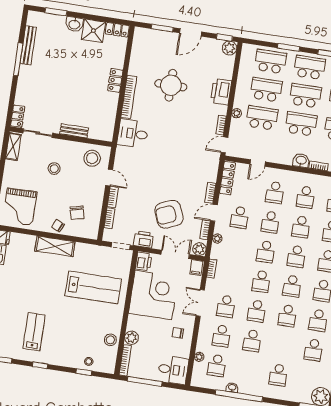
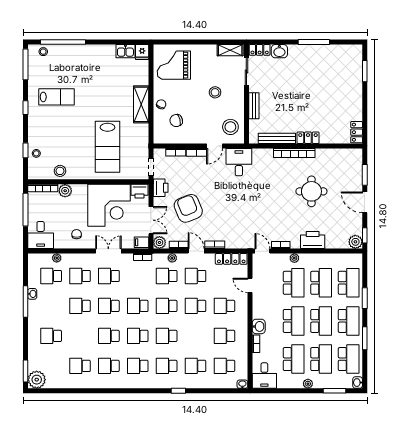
washbasin: (74, 24) -> (279, 51), moved, turned -90
shower: (93, 31) -> (352, 110), removed
bench: (28, 45) -> (277, 138), moved
desk: (133, 134) -> (239, 162), moved
school desk: (301, 227) -> (167, 276), moved
window: (239, 396) -> (25, 302), width x0.68

